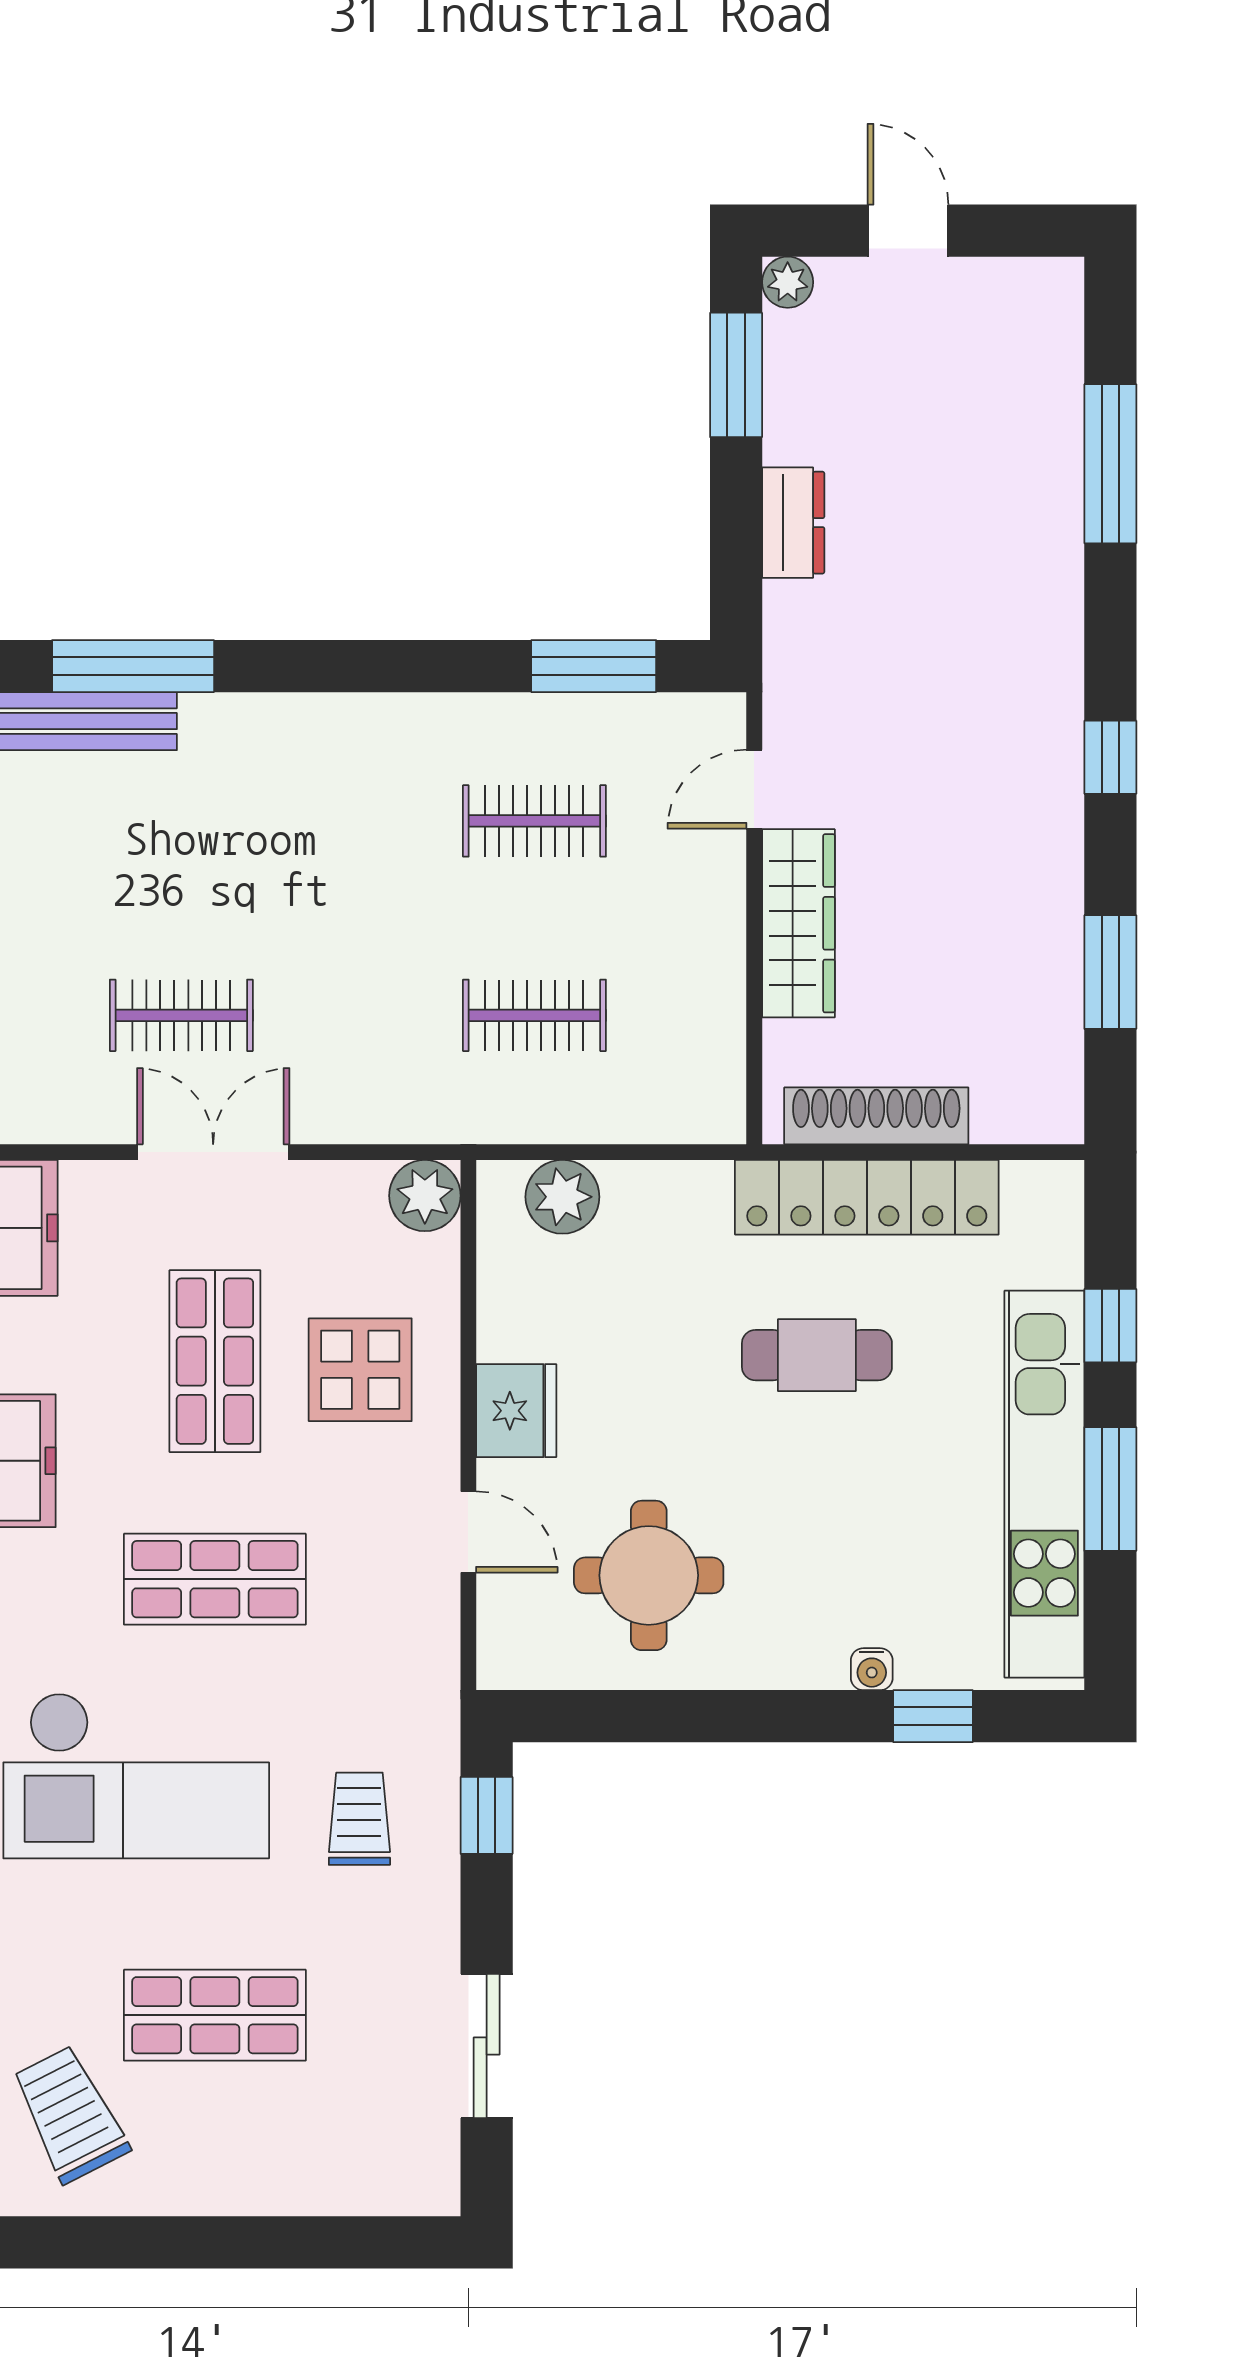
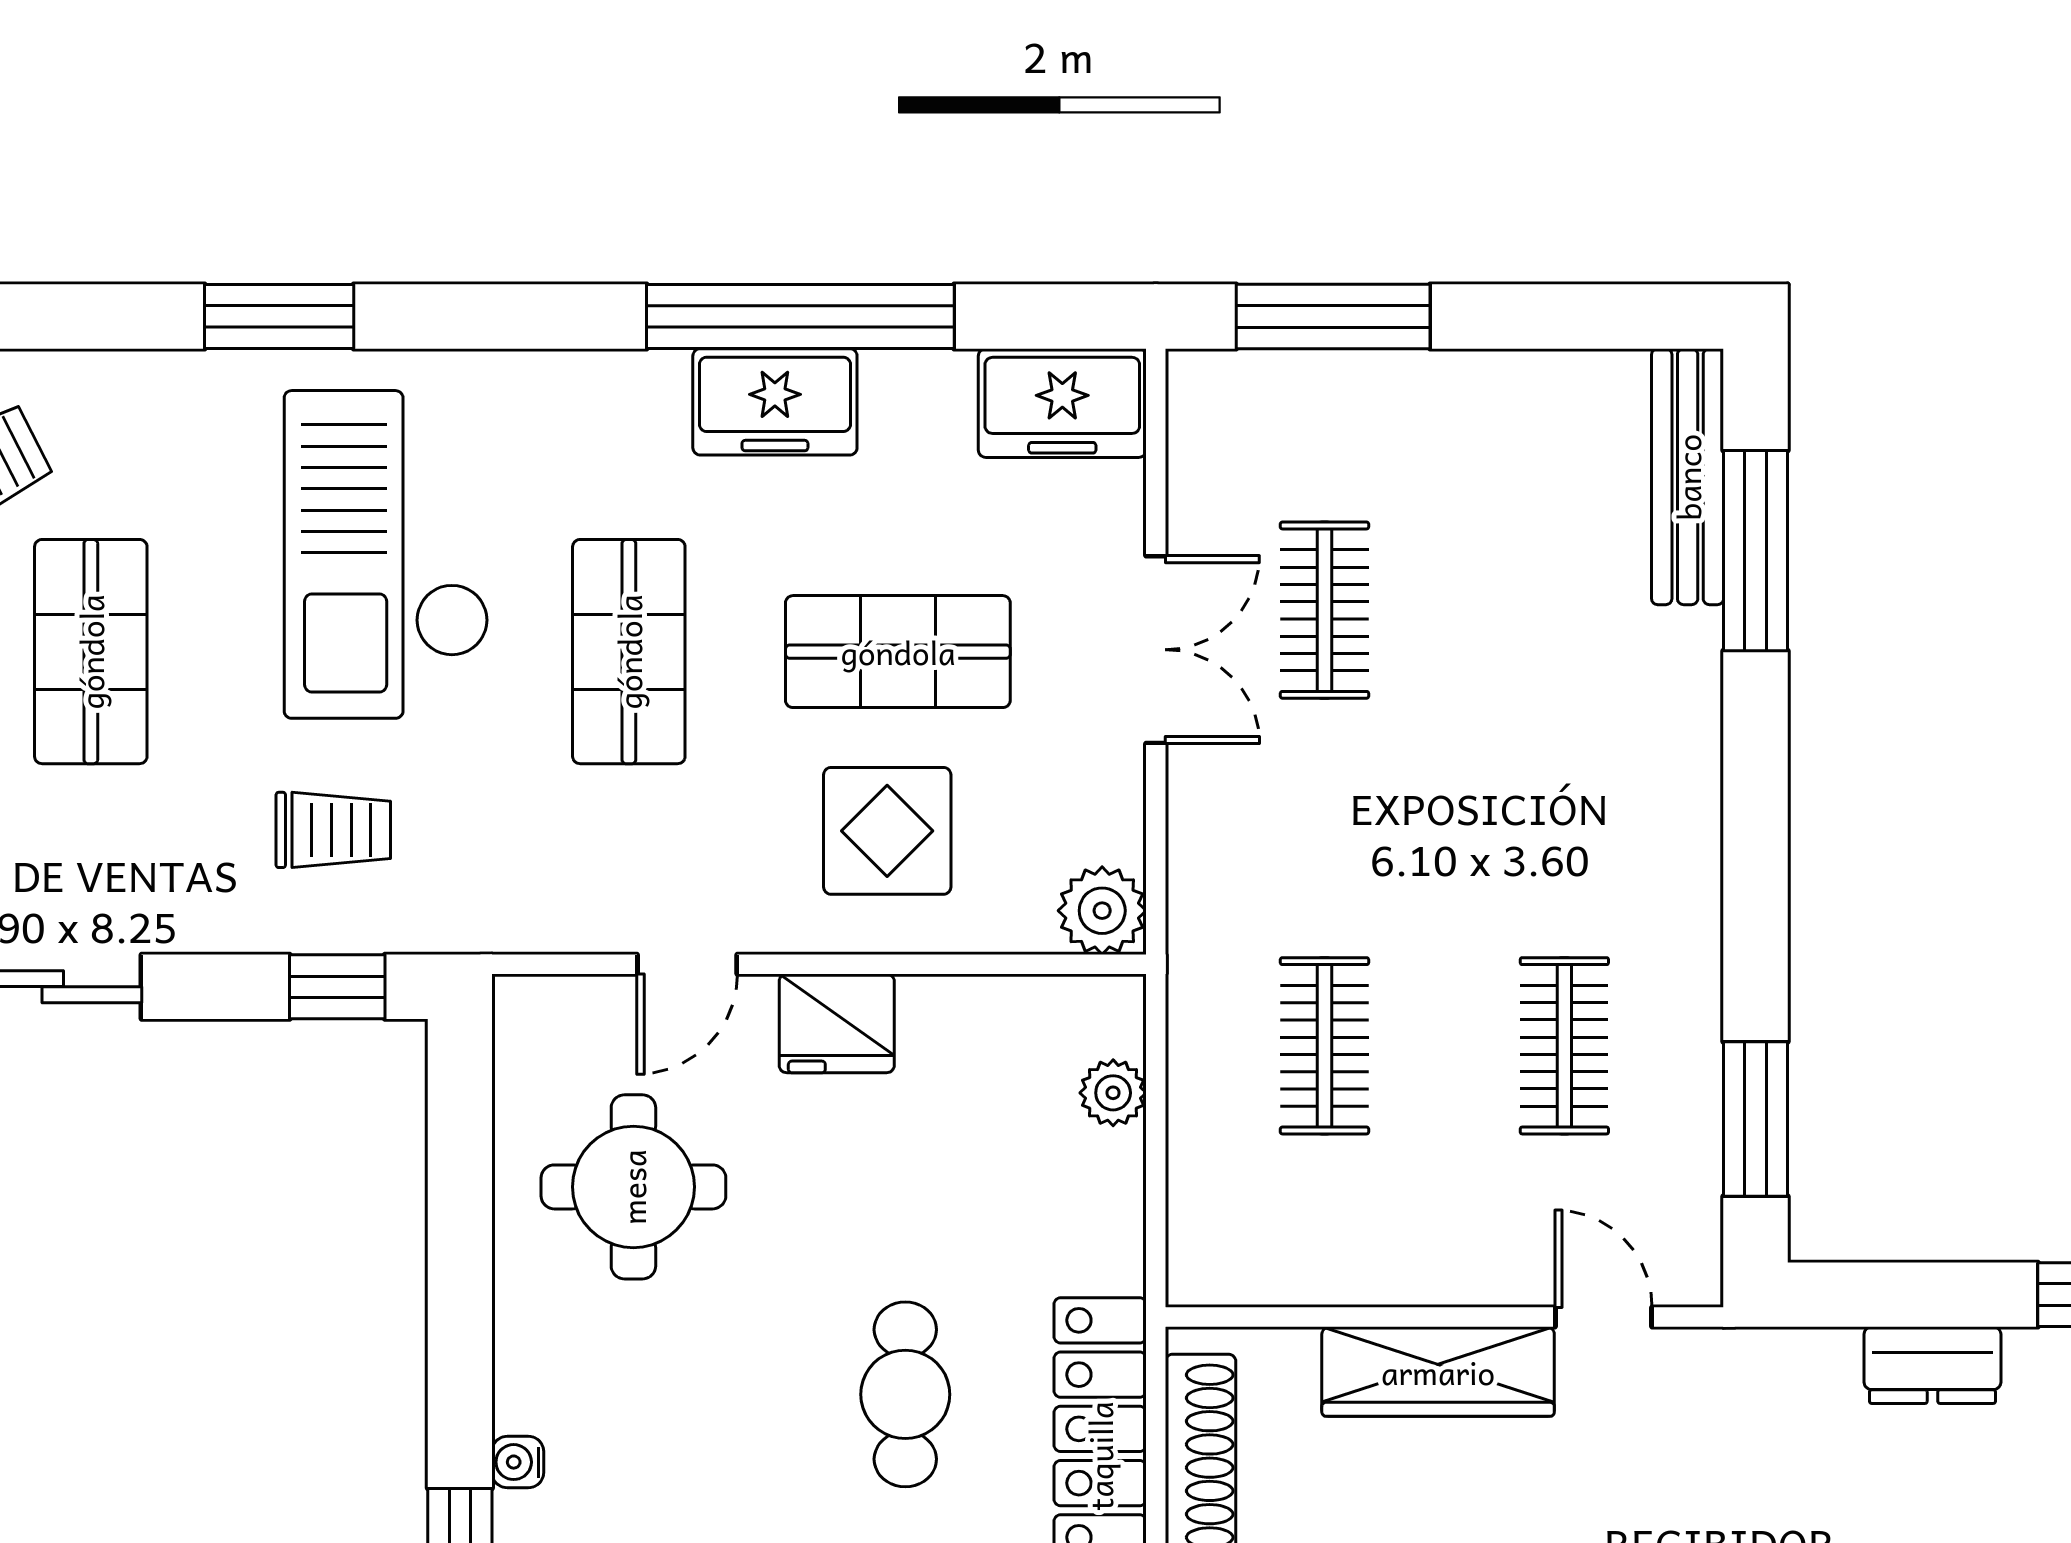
plant: (562, 1197) -> (1113, 1093), width x0.73, depth x0.73

